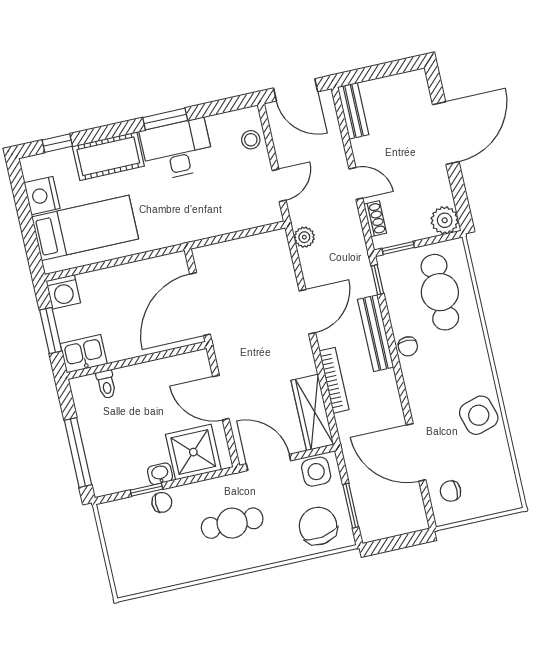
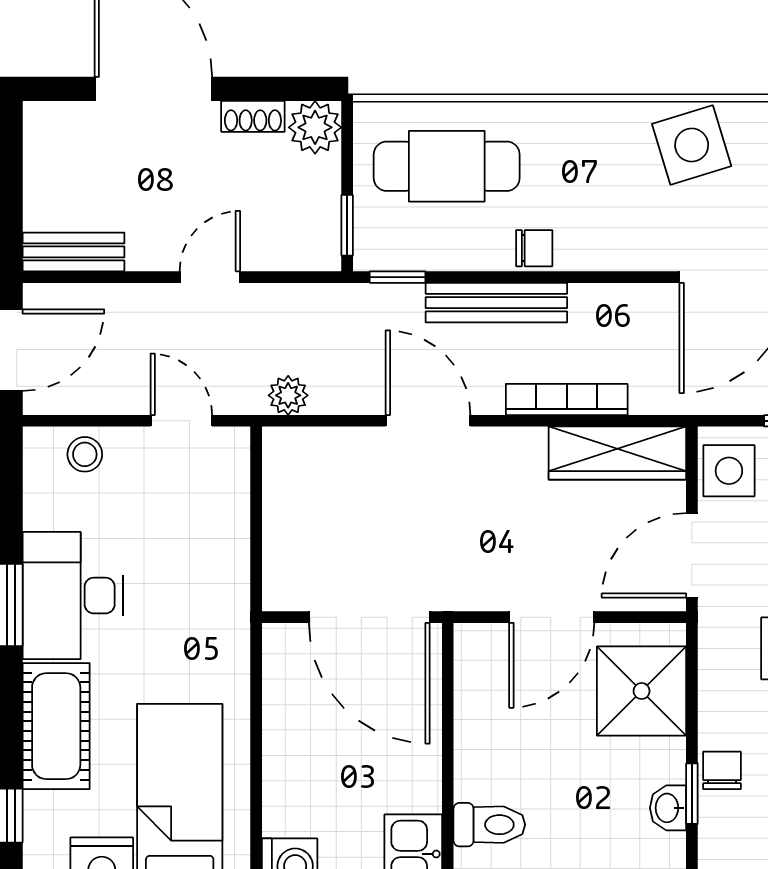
shoe rack: (375, 219) -> (253, 116), moved, turned 180
toilet: (106, 384) -> (489, 825), width x1.37, depth x1.39
washbasin: (160, 474) -> (668, 808), moved

